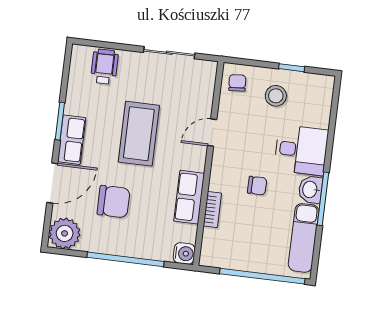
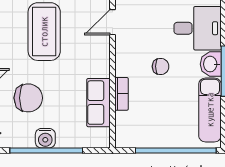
row of seats: (189, 197) -> (98, 103), moved
water cooler: (184, 253) -> (45, 138), moved, turned 90

